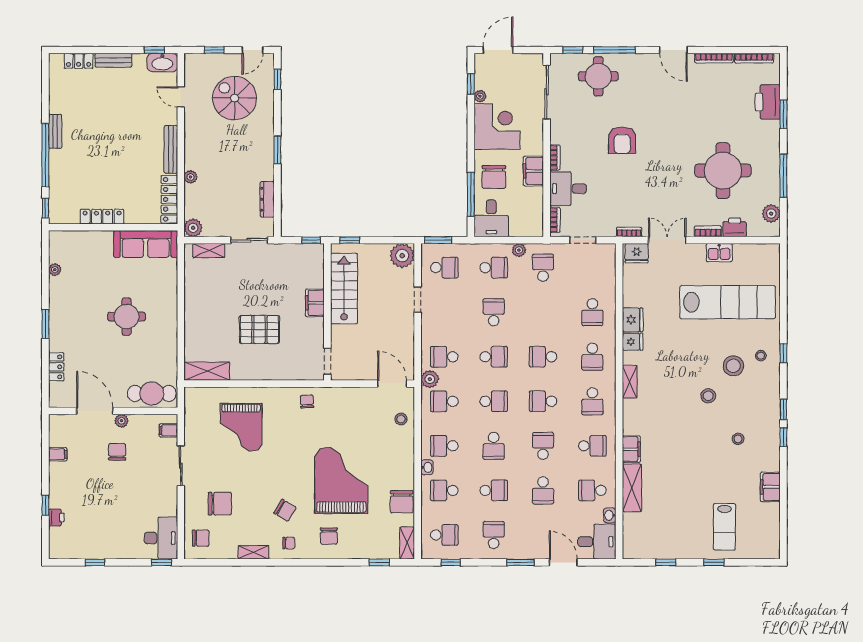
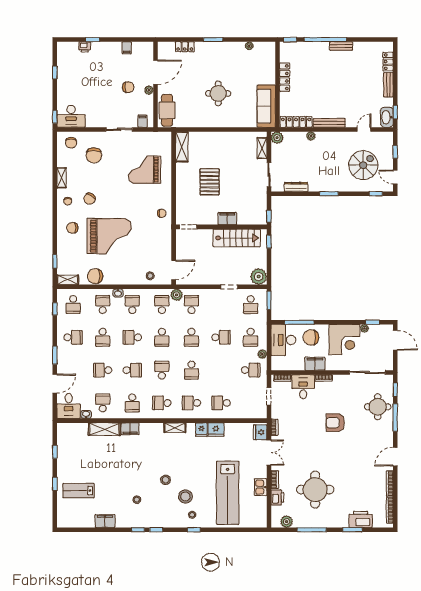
desk: (491, 218) -> (283, 340), width x1.37
school desk: (543, 357) -> (191, 370), turned 180

